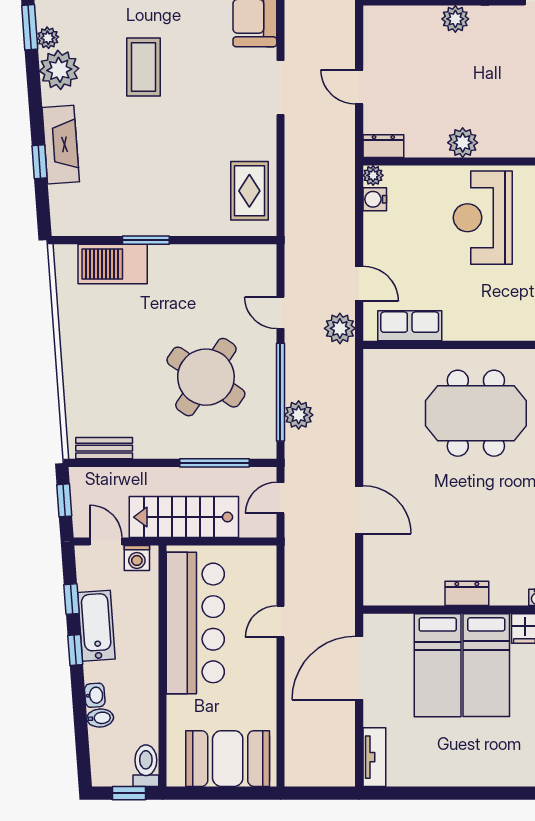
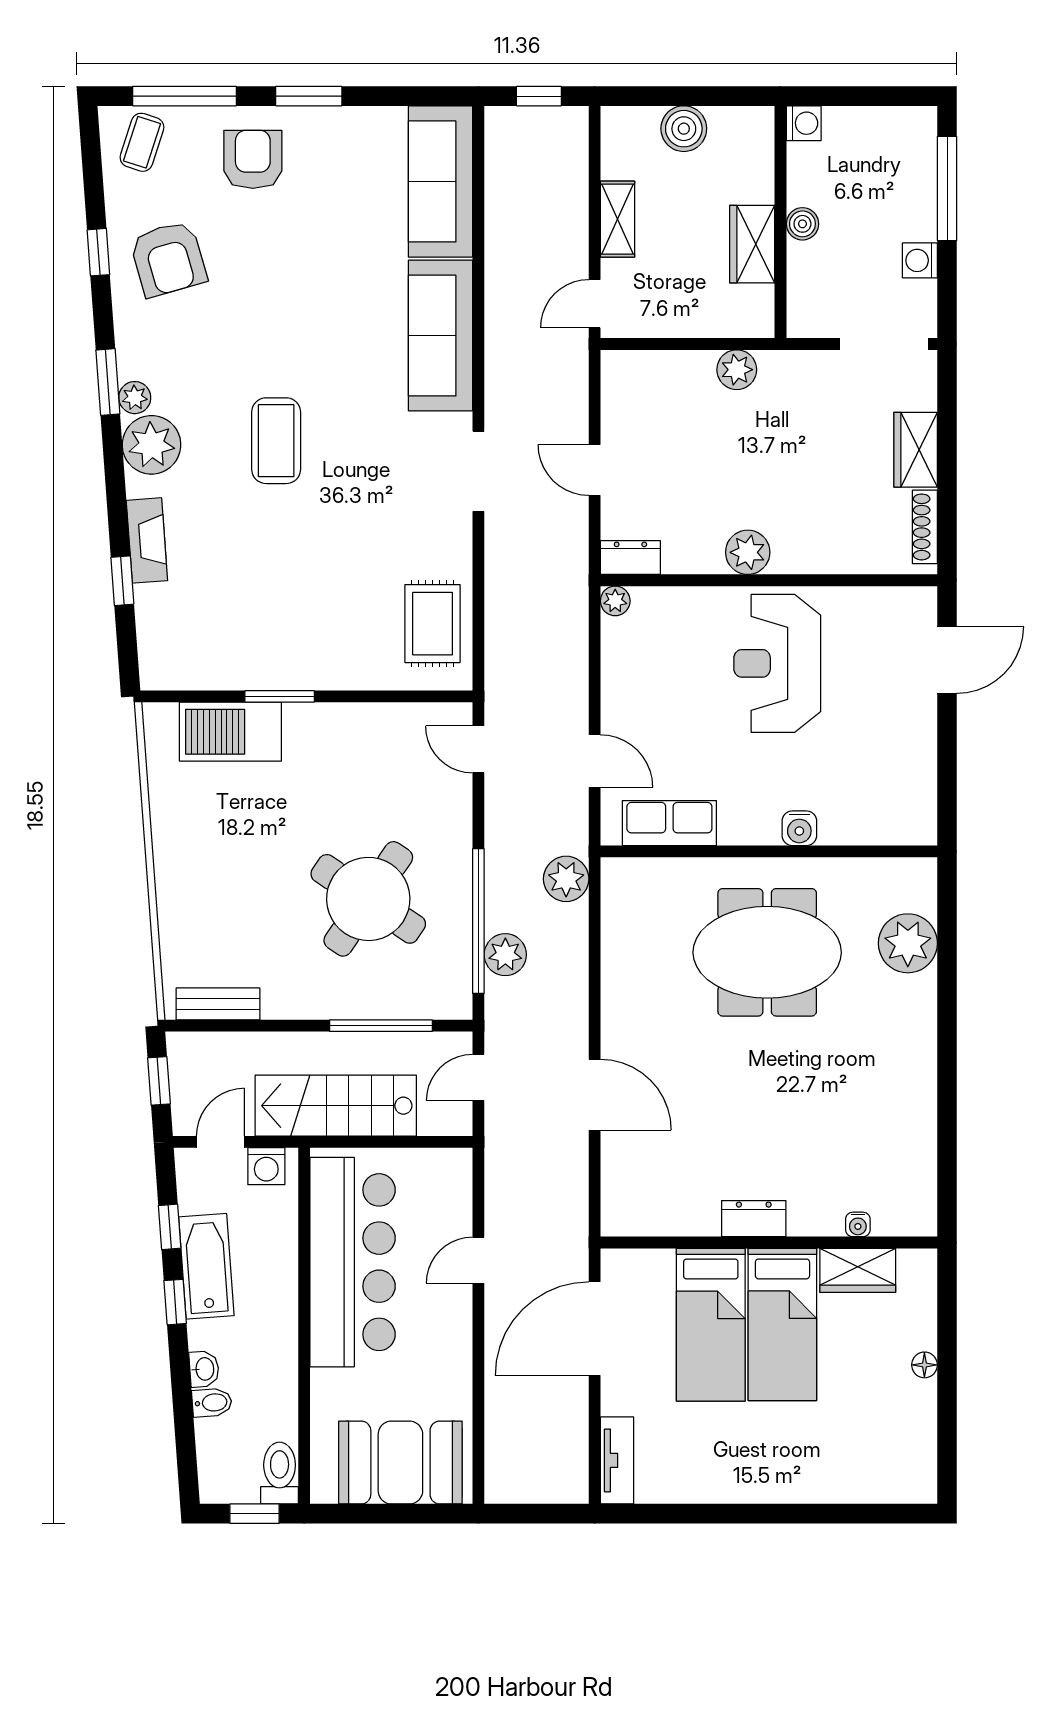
fireplace: (61, 145) -> (147, 540), width x0.73, depth x0.76
water cooler: (375, 199) -> (799, 828), moved, turned -90
door: (280, 313) -> (478, 749), moved
plant: (340, 328) -> (566, 879), moved
door: (106, 542) -> (220, 1142), hinge flipped

